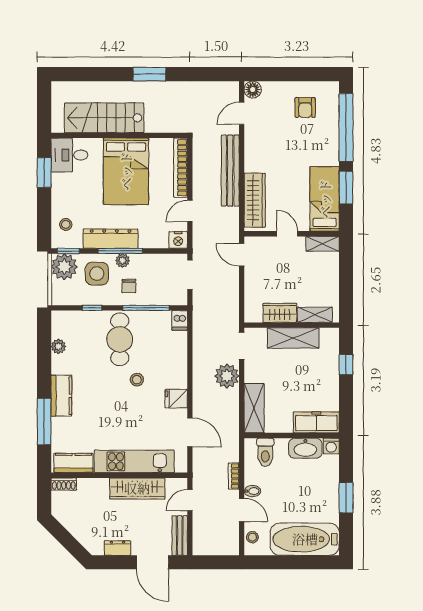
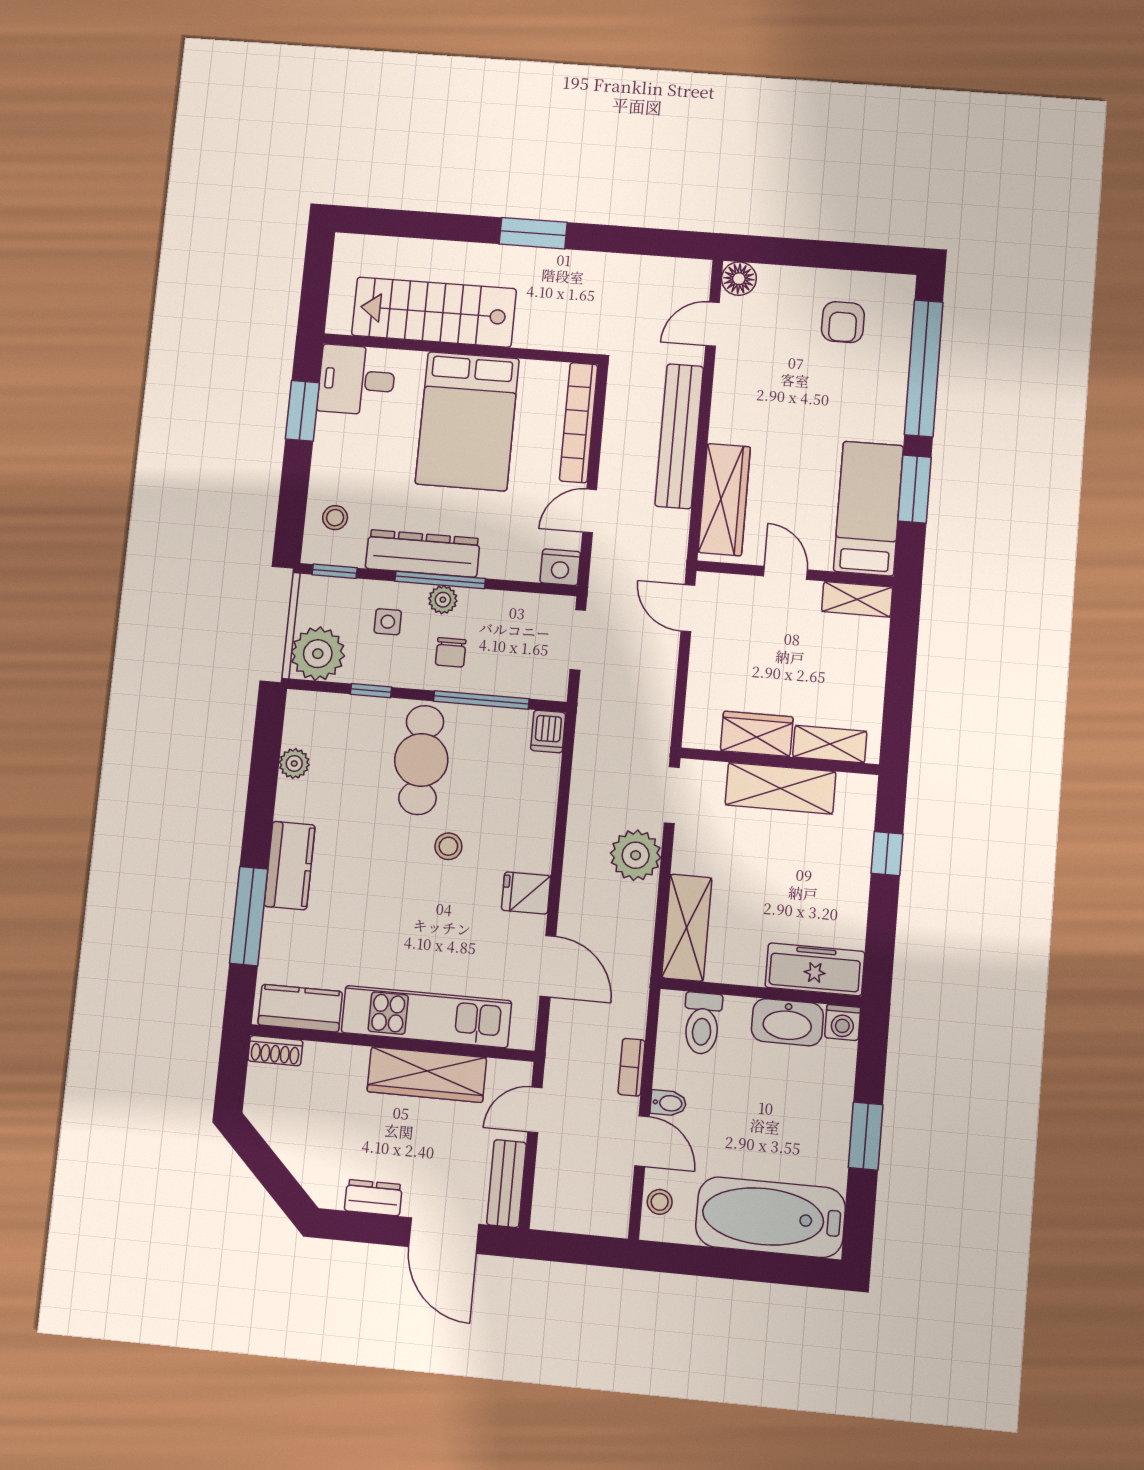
plant: (64, 267) -> (318, 654), moved
side table: (97, 274) -> (388, 622), width x0.54, depth x0.54

